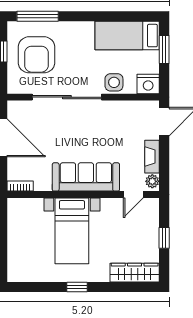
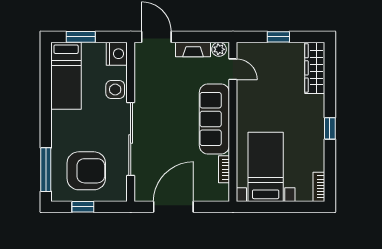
bookcase: (20, 186) -> (224, 169), moved
bed with nightstands: (72, 231) -> (266, 167), moved, turned -90
bookcase: (21, 276) -> (319, 187), added

